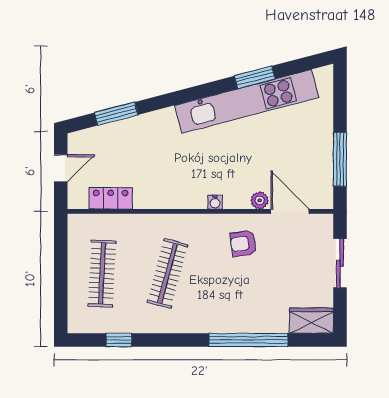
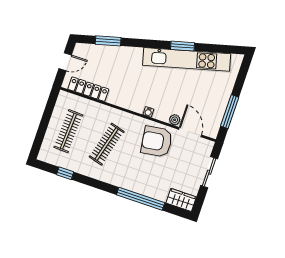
window: (255, 77) -> (182, 46), moved
locker: (111, 198) -> (88, 89), width x1.53
armchair: (243, 243) -> (157, 142), width x1.88, depth x1.88

